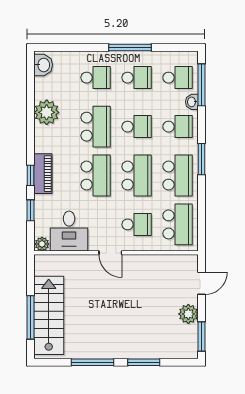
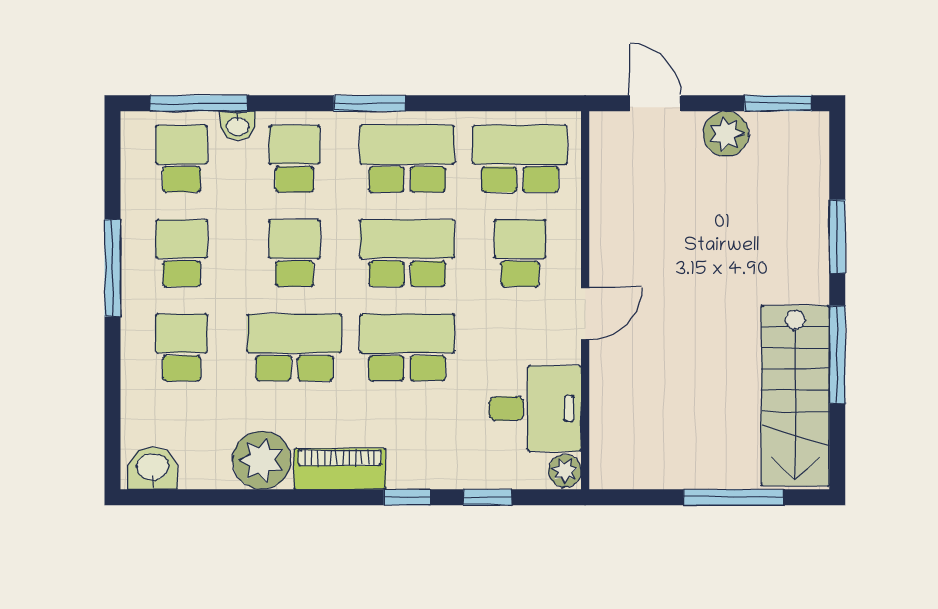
piano: (43, 174) -> (340, 469), moved
stairs: (49, 315) -> (795, 396), moved, turned -90

